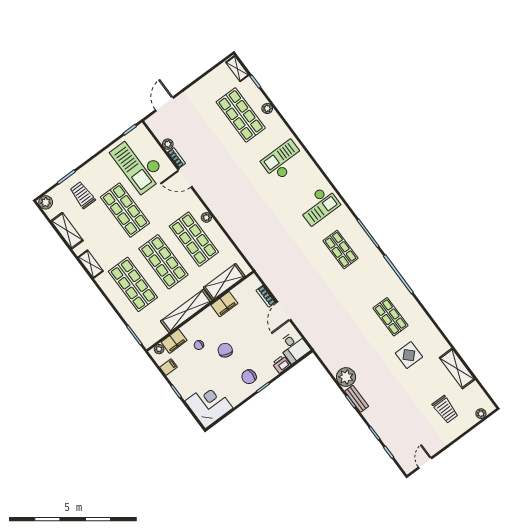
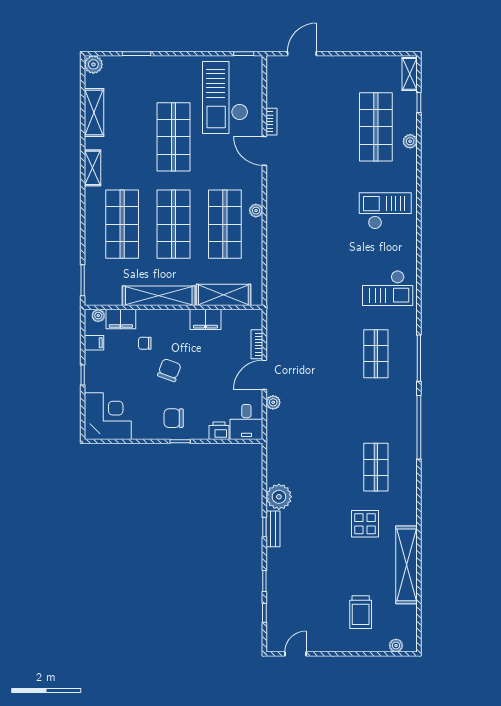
plant: (168, 144) -> (273, 402), moved
trolley: (82, 195) -> (139, 86), removed
shelving: (457, 369) -> (406, 565), width x1.47

